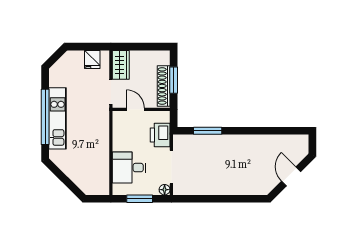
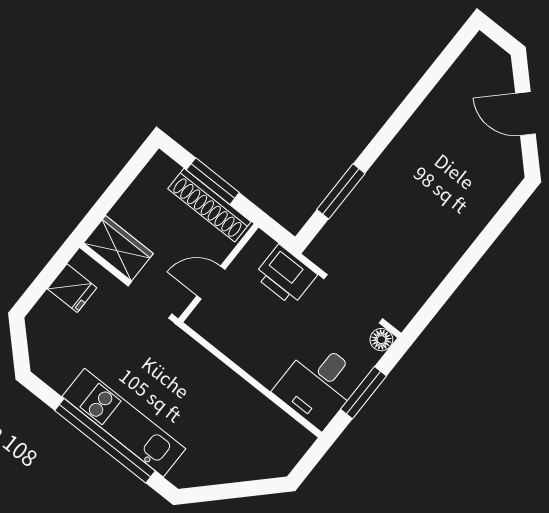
desk: (129, 168) -> (318, 385), moved

